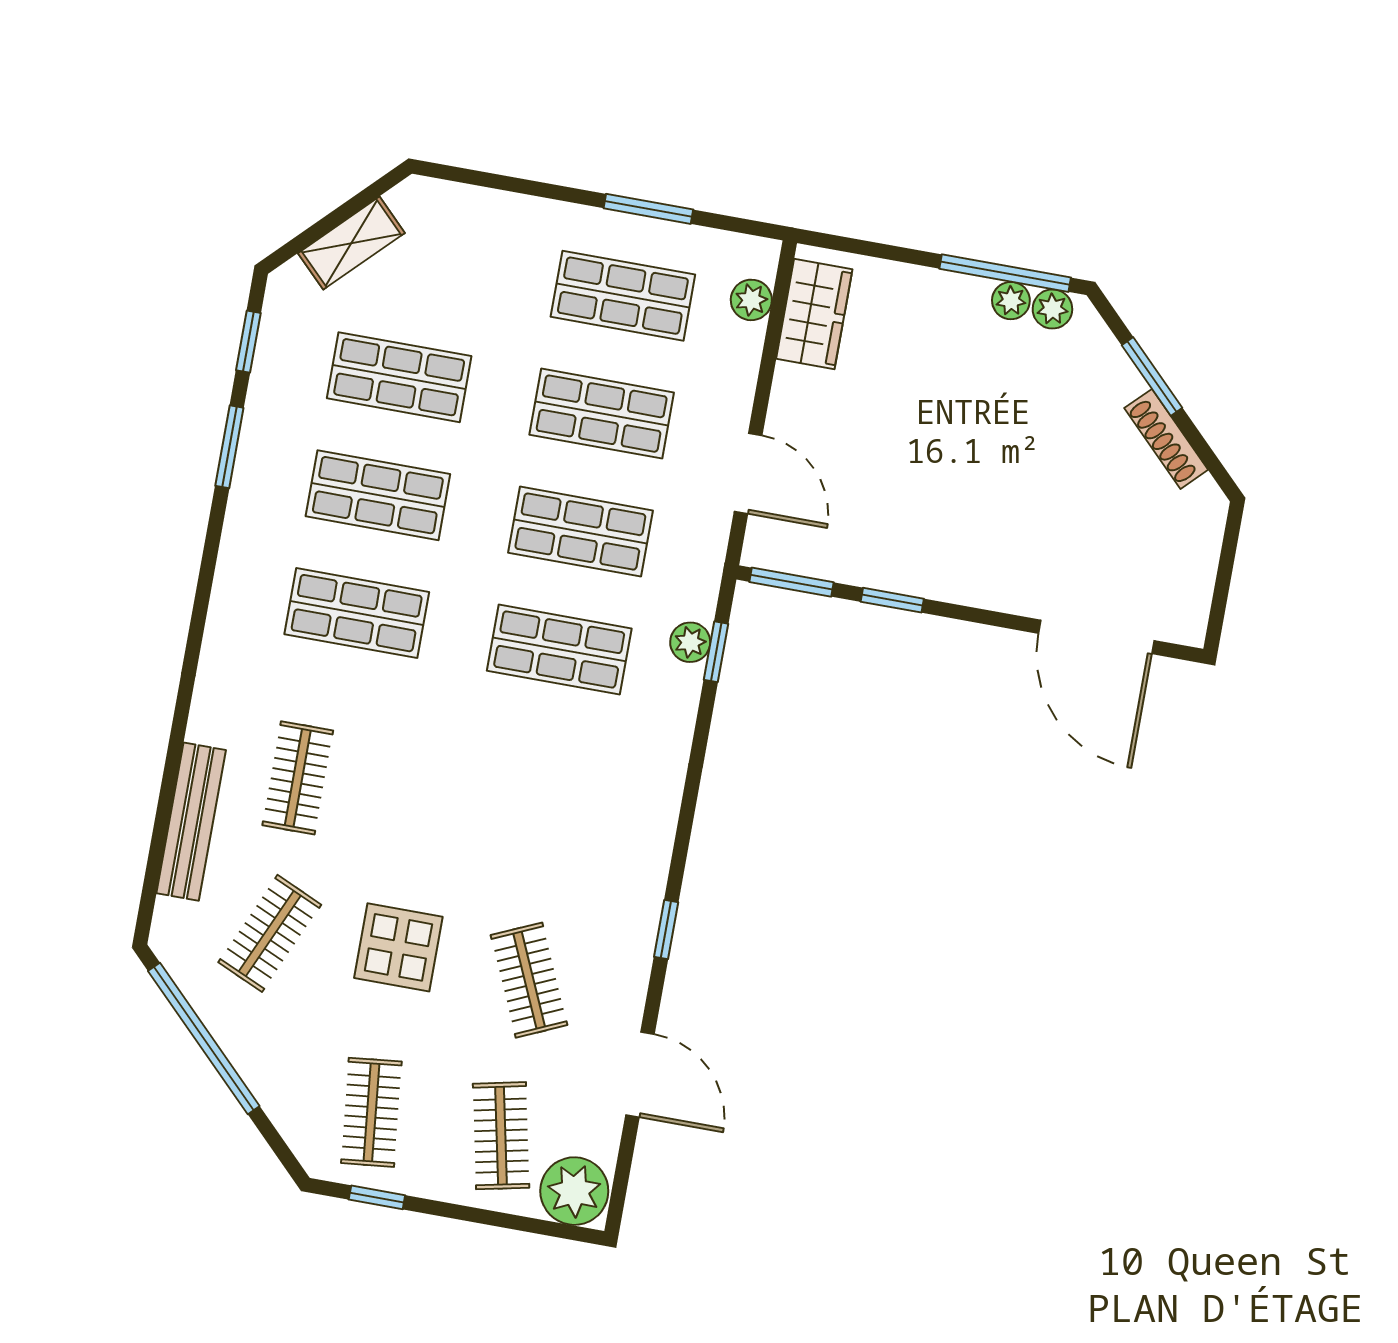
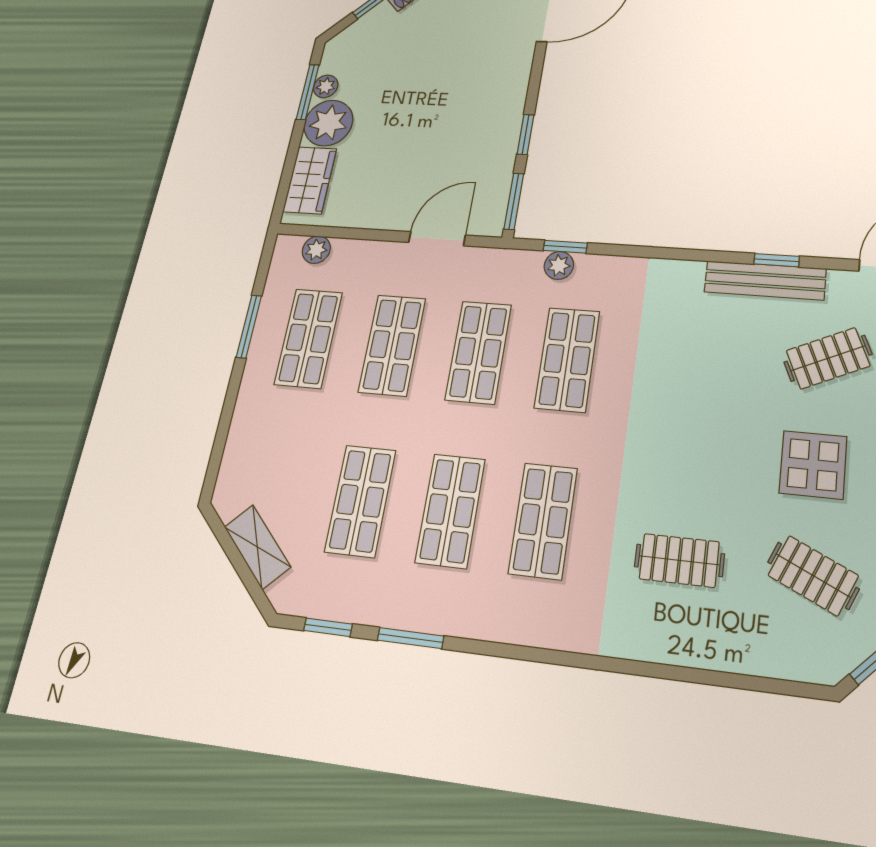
window: (1005, 273) -> (308, 92), width x0.69
plant: (1052, 309) -> (328, 123), moved, width x1.87, depth x1.87
wardrobe: (814, 314) -> (310, 180), moved, turned 90
bench: (191, 822) -> (765, 280), moved

